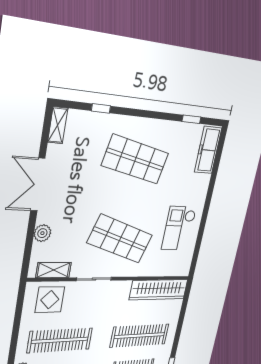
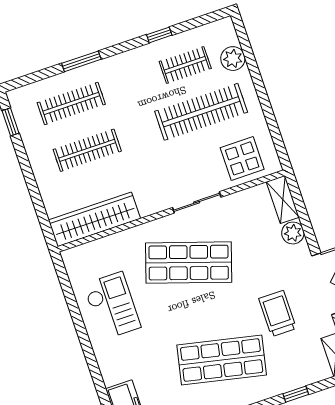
trolley: (83, 177) -> (278, 314), added
shelving: (54, 270) -> (283, 199), moved, turned 90
clothes rail: (140, 336) -> (87, 150), width x0.73, depth x0.76

